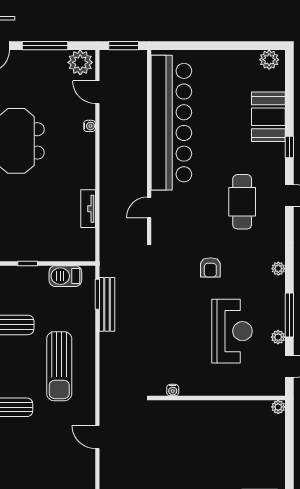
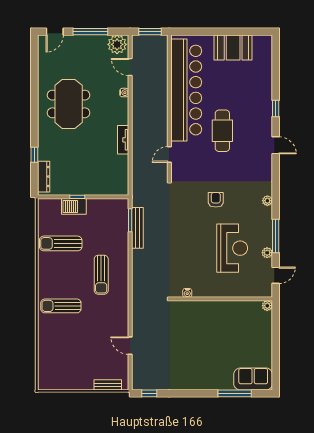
plant: (269, 60) -> (260, 42), removed
booth: (268, 117) -> (233, 48), moved, turned 90
cafe table: (242, 202) -> (222, 131), moved
tv unit: (88, 209) -> (123, 140), moved
armchair: (210, 267) -> (216, 200), turned 180
barbecue: (65, 276) -> (74, 206), moved
sun lounger: (59, 366) -> (101, 275), width x0.73, depth x0.75
door: (97, 437) -> (130, 346), moved

